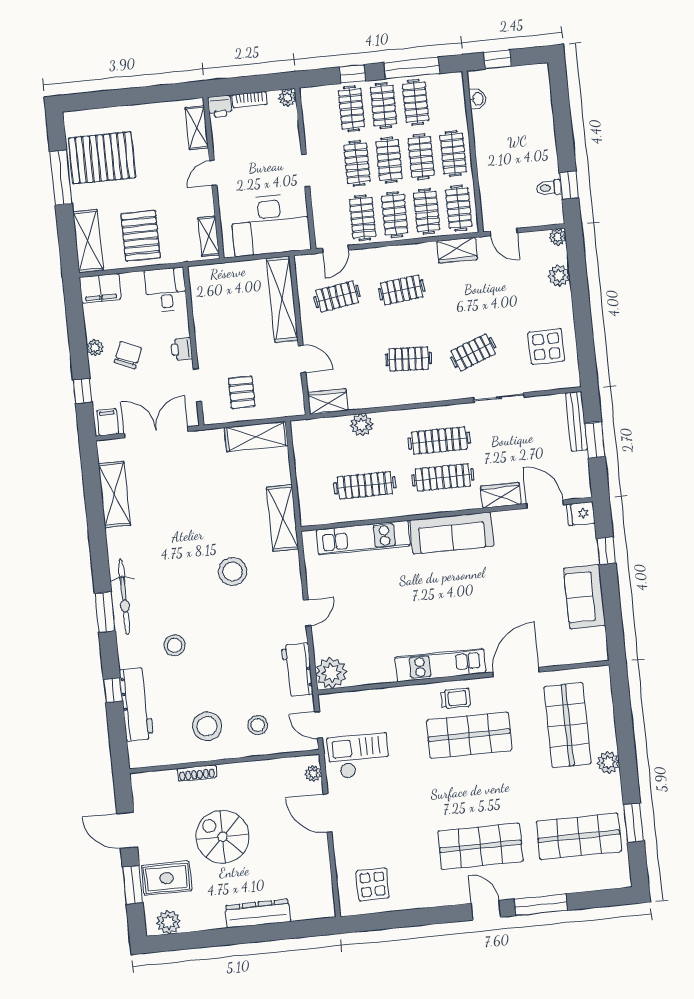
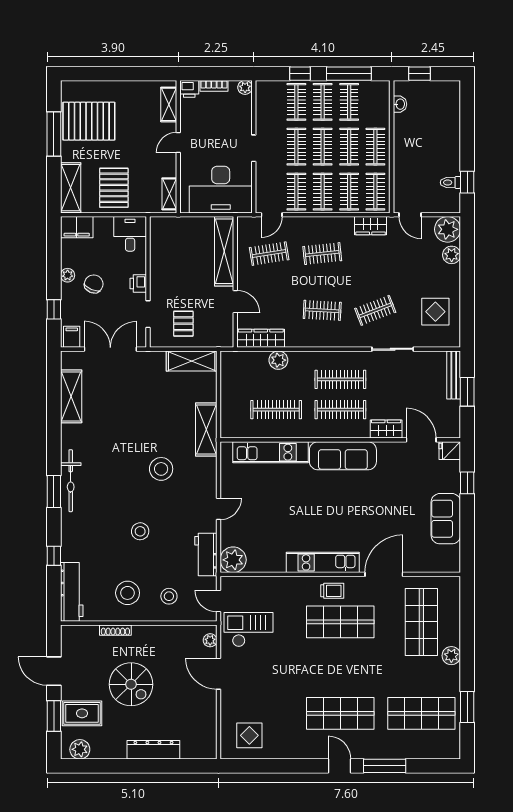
plant: (558, 237) -> (448, 229), width x1.87, depth x1.87
wardrobe: (328, 401) -> (261, 338), width x1.50
stool: (175, 645) -> (140, 531), moved
workbench: (136, 704) -> (72, 592), moved
spiral stairs: (223, 837) -> (131, 684), turned 180

